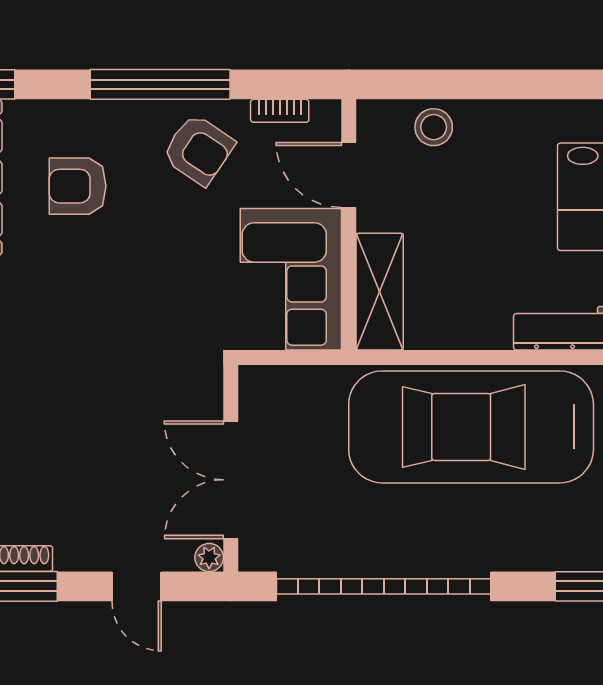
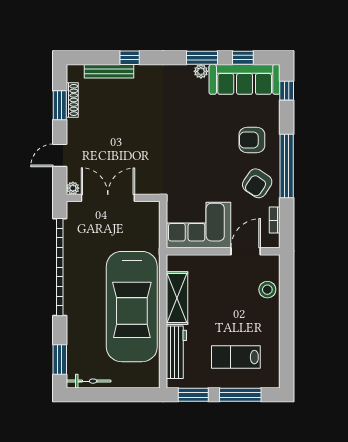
armchair: (78, 186) -> (252, 140), moved, turned -90
shelving: (380, 292) -> (177, 298), moved, turned 90
car: (471, 427) -> (132, 307), turned 180

